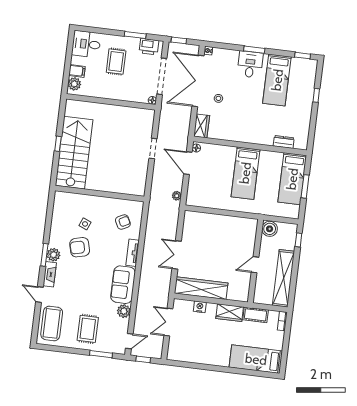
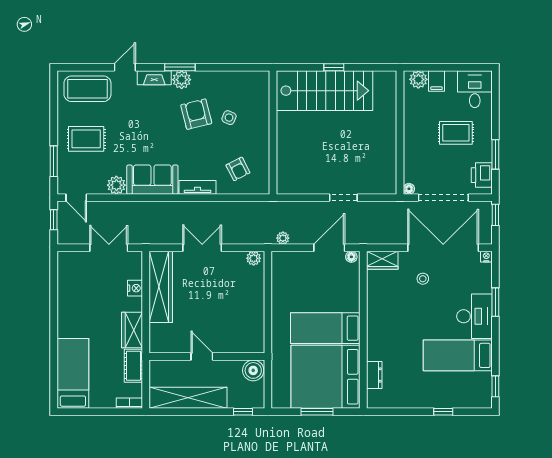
window: (254, 50) -> (495, 302), moved
desk: (250, 64) -> (474, 316), width x1.37
bed: (292, 179) -> (325, 377), width x2.04
plant: (189, 219) -> (254, 258), added

